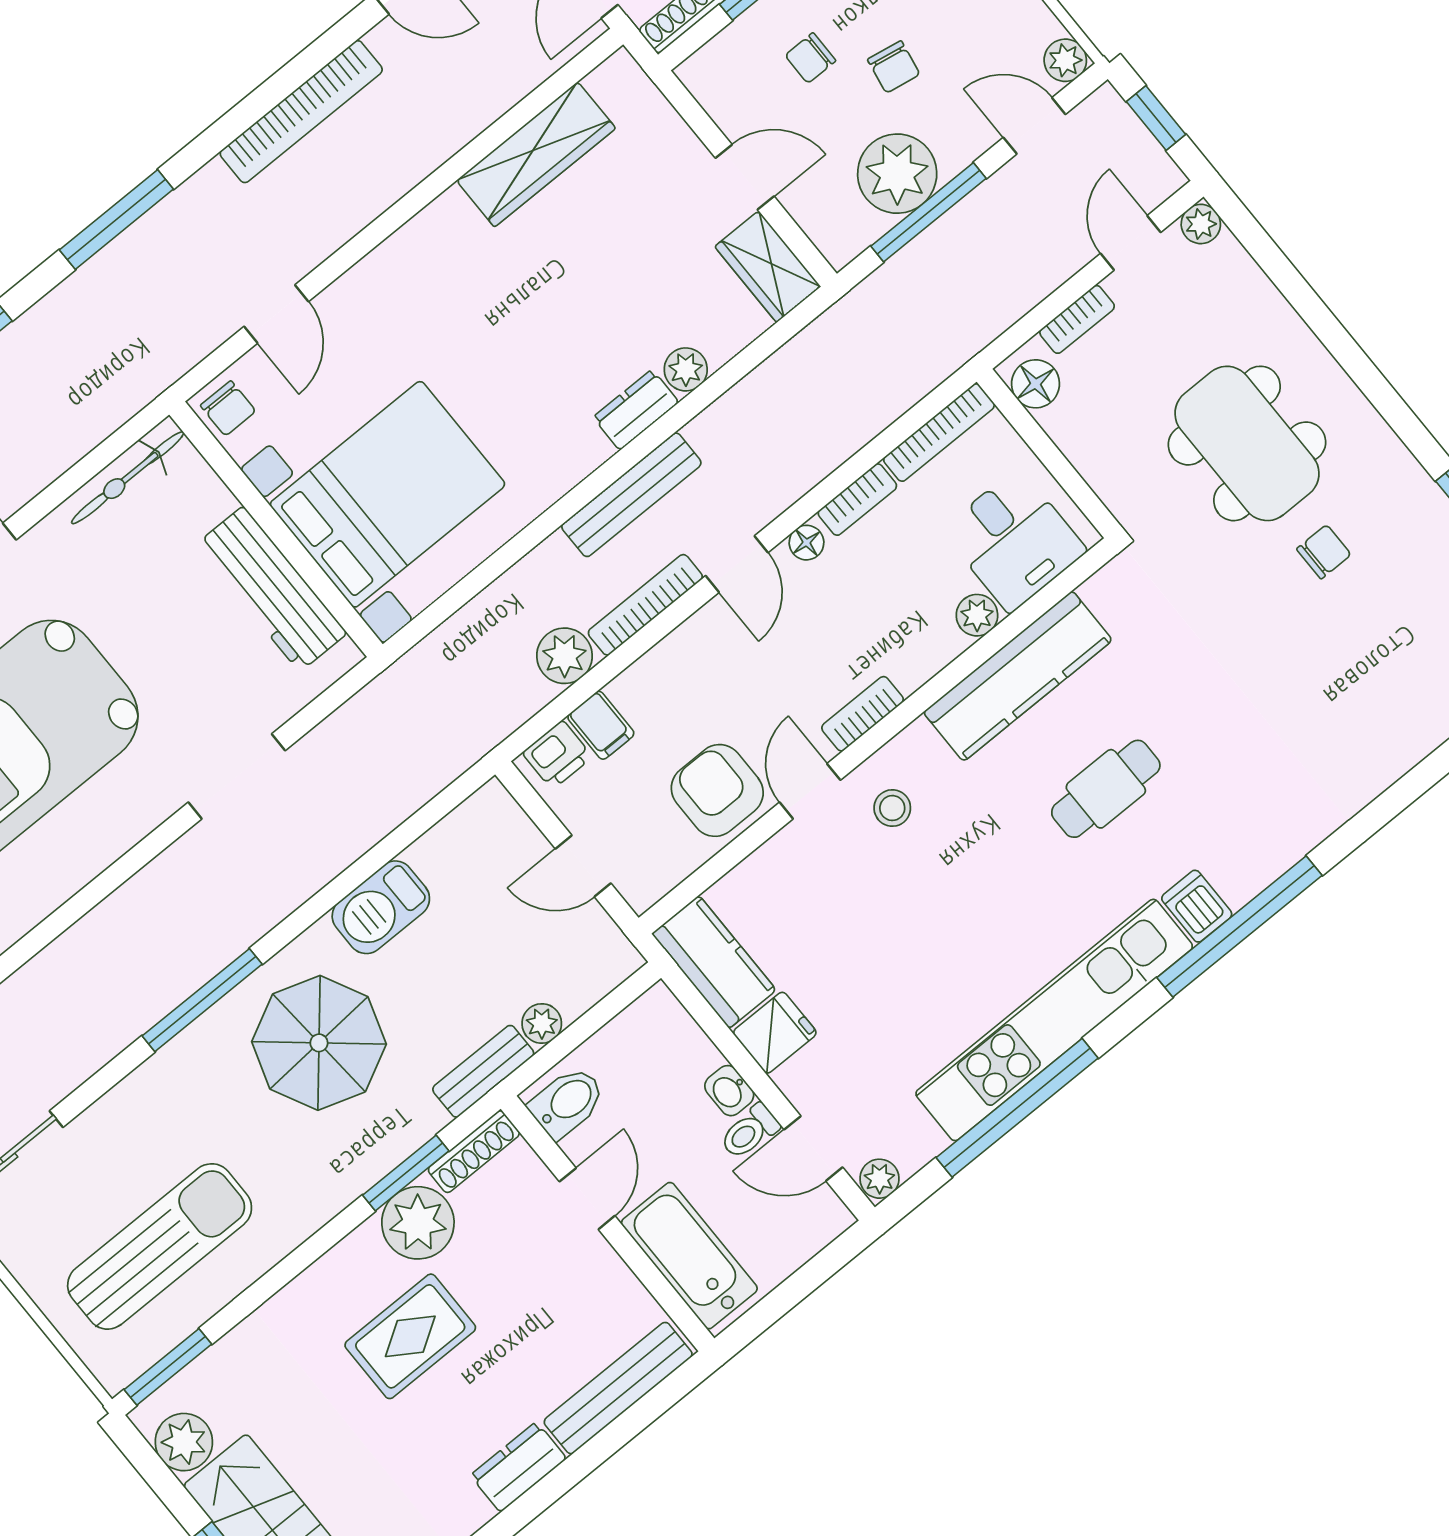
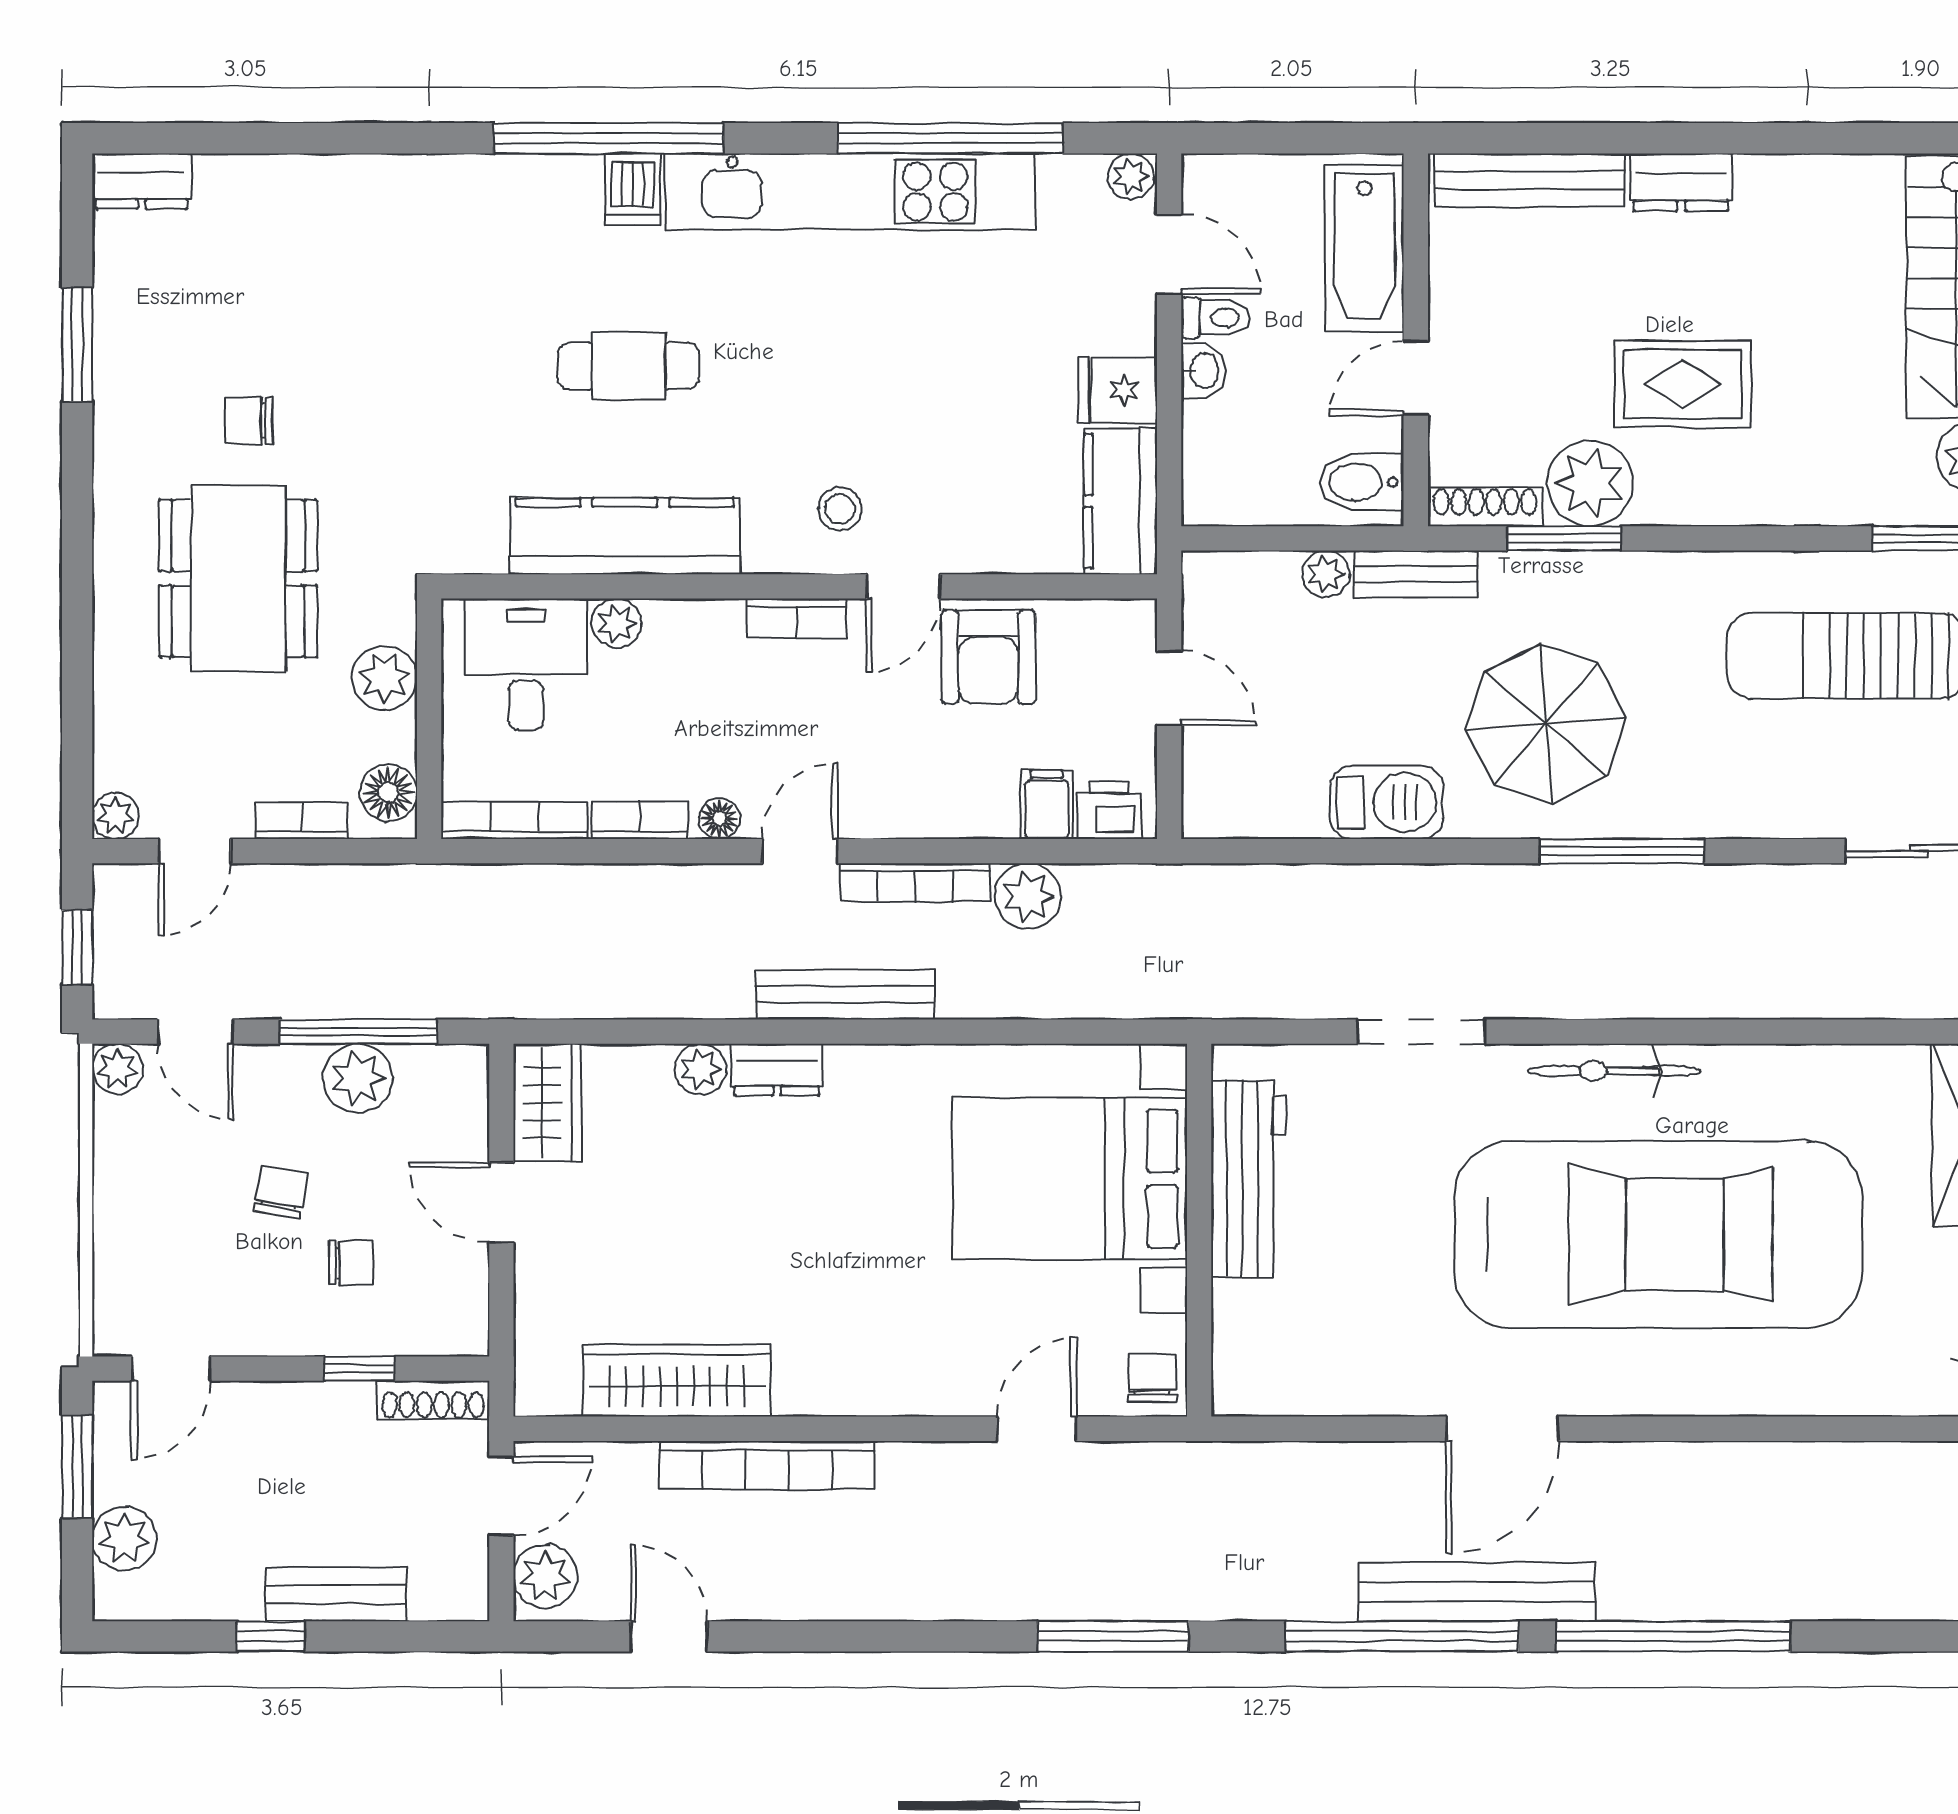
bookcase: (301, 112) -> (767, 1465), moved, turned 180
plant: (897, 174) -> (358, 1078), width x0.73, depth x0.73
plant: (1099, 456) -> (385, 678), added
bicycle: (128, 478) -> (1614, 1071), moved, turned 180

